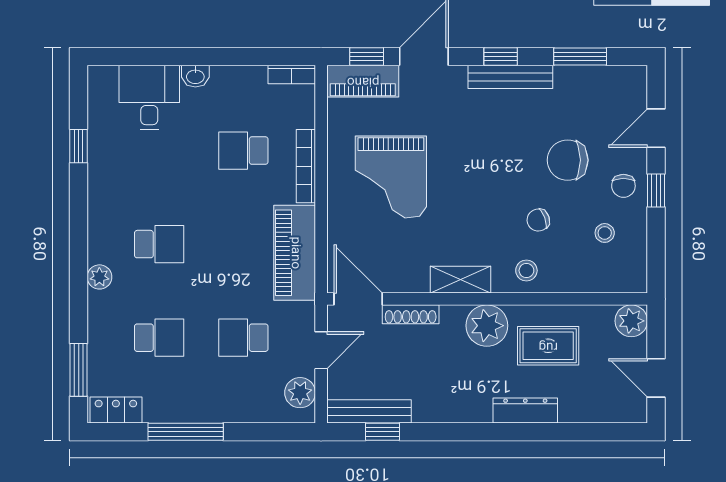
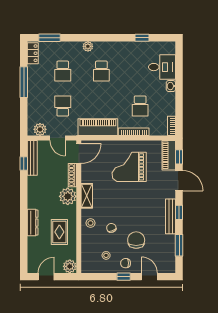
school desk: (243, 151) -> (140, 106), turned 180
plant: (487, 326) -> (68, 196), moved

